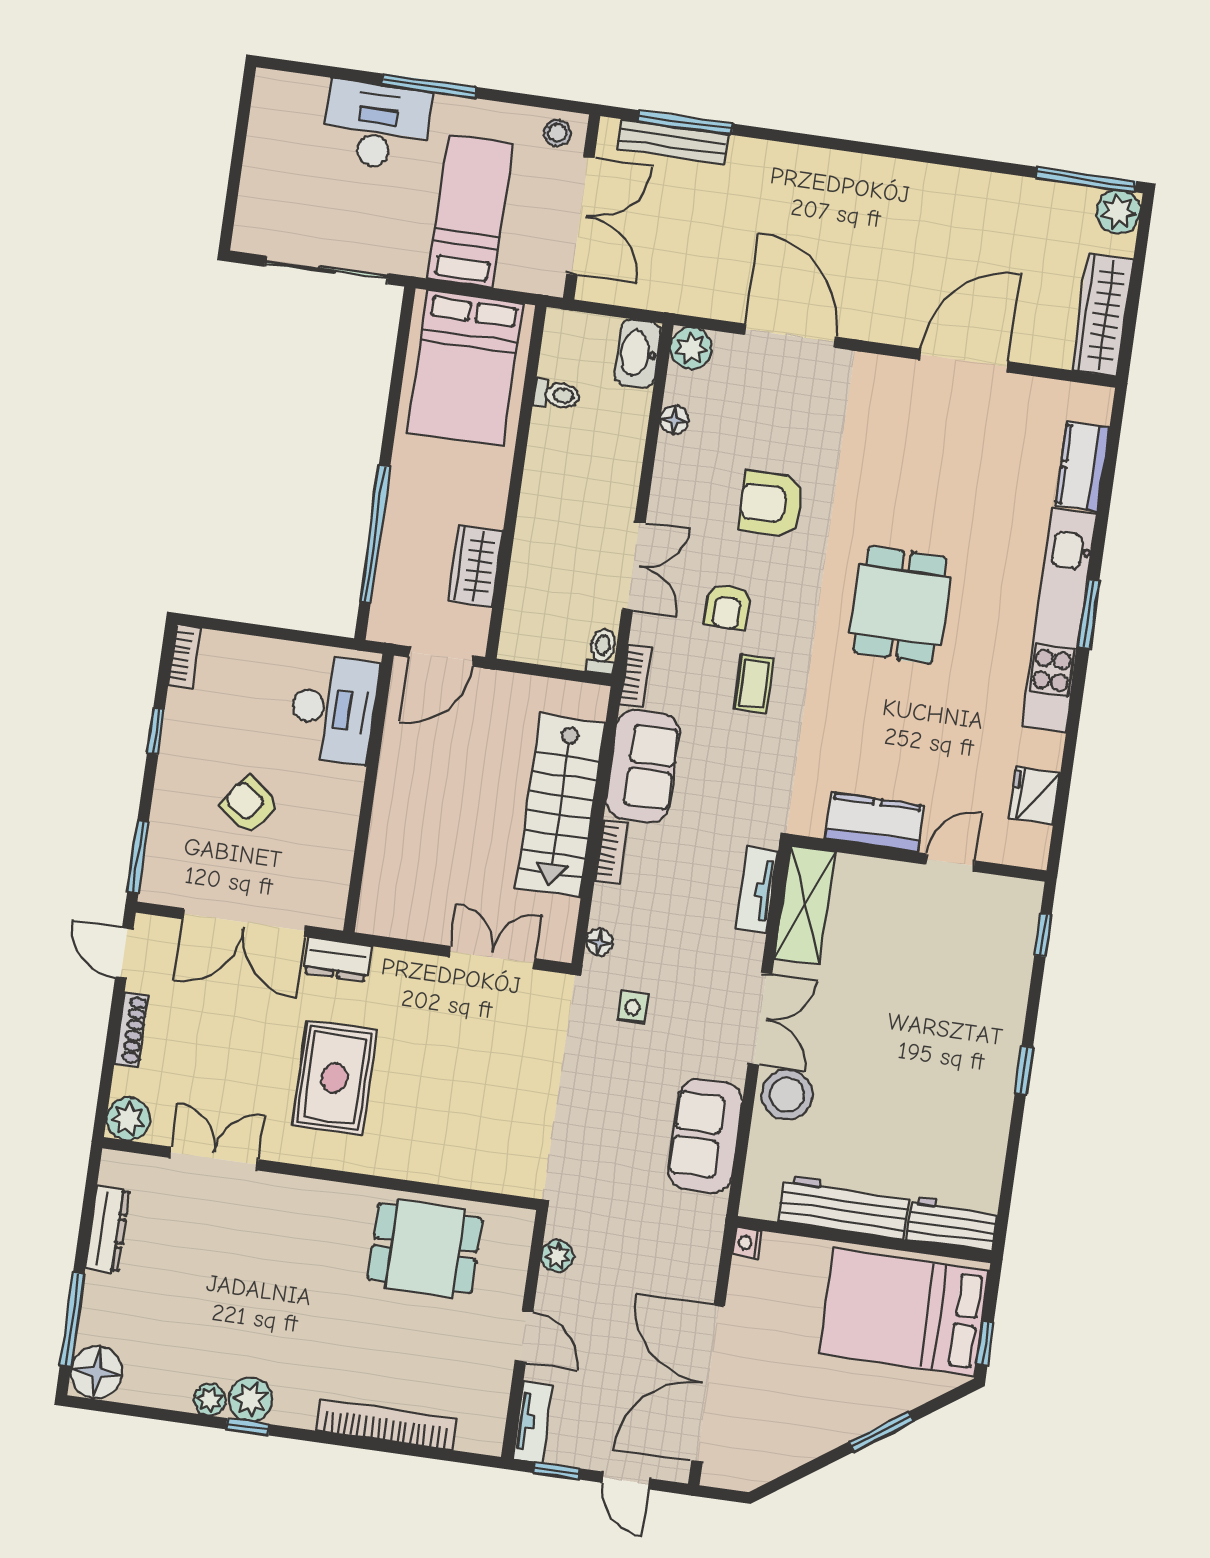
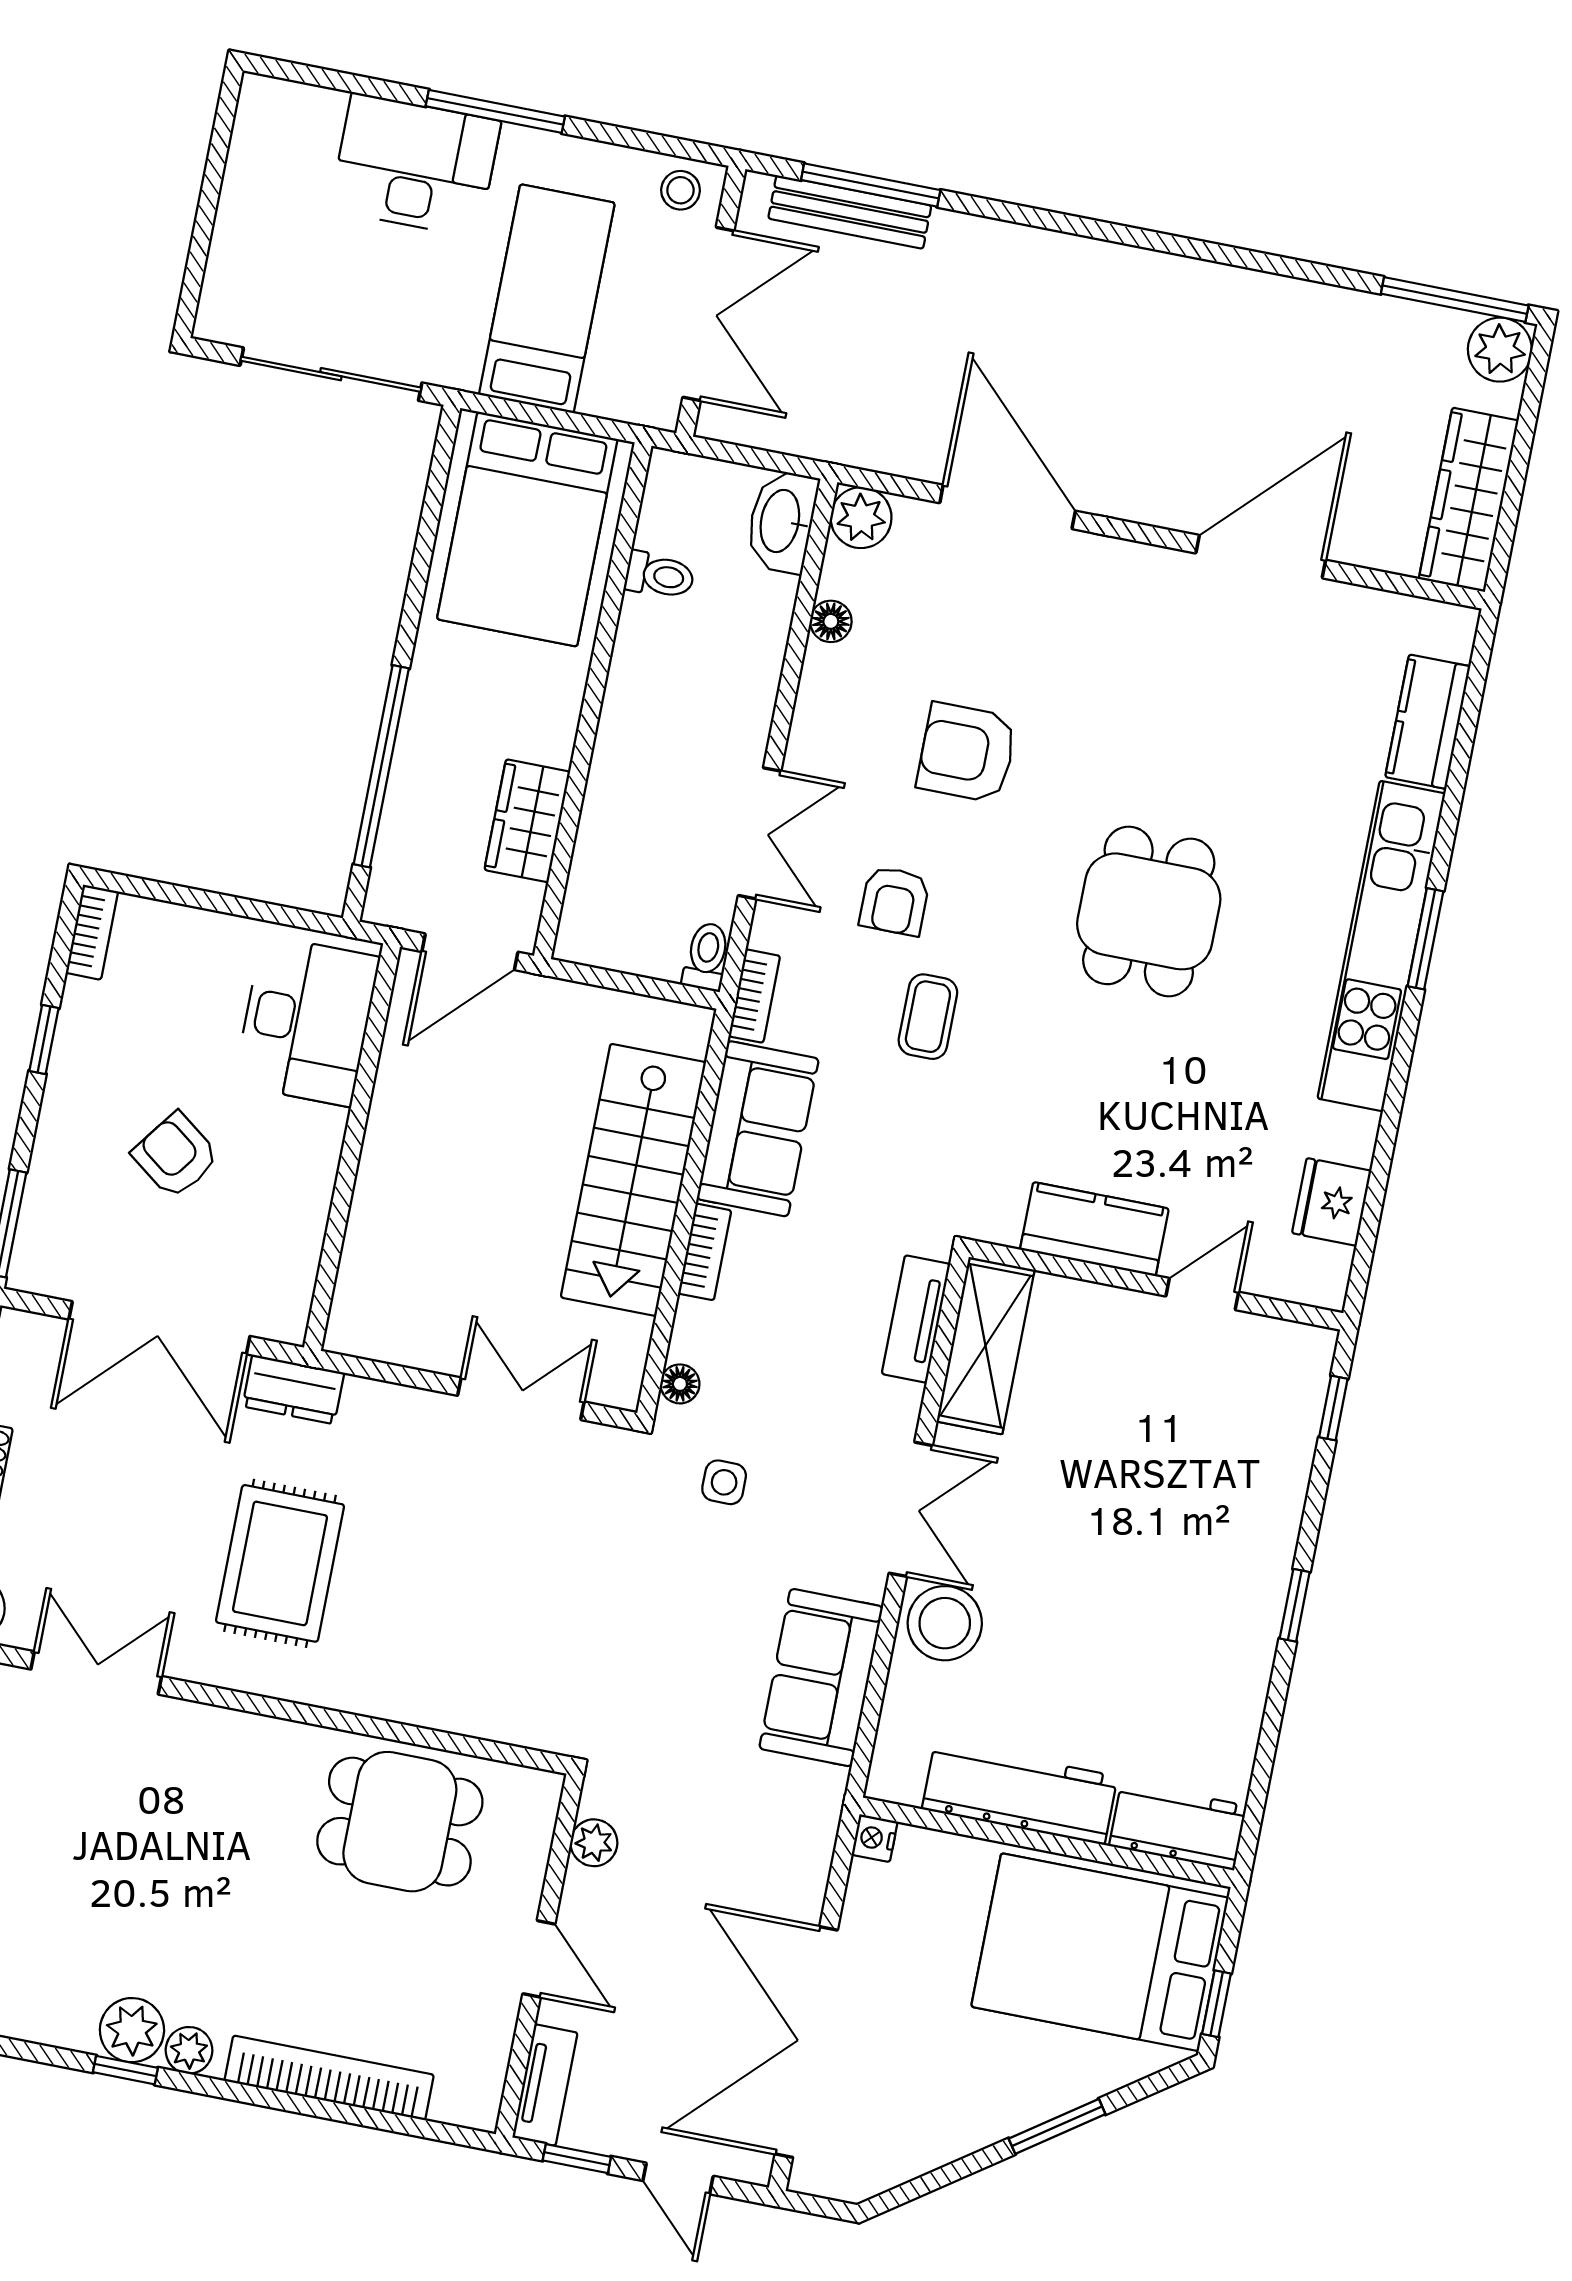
plant: (210, 1400) -> (189, 2050), moved

